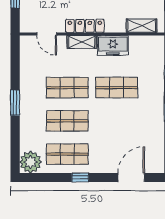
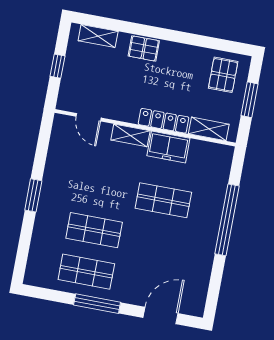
locker: (85, 26) -> (164, 121), moved
shop shelf: (67, 88) -> (102, 189), removed
plant: (30, 162) -> (39, 273), removed
window: (80, 177) -> (97, 304), width x2.17

